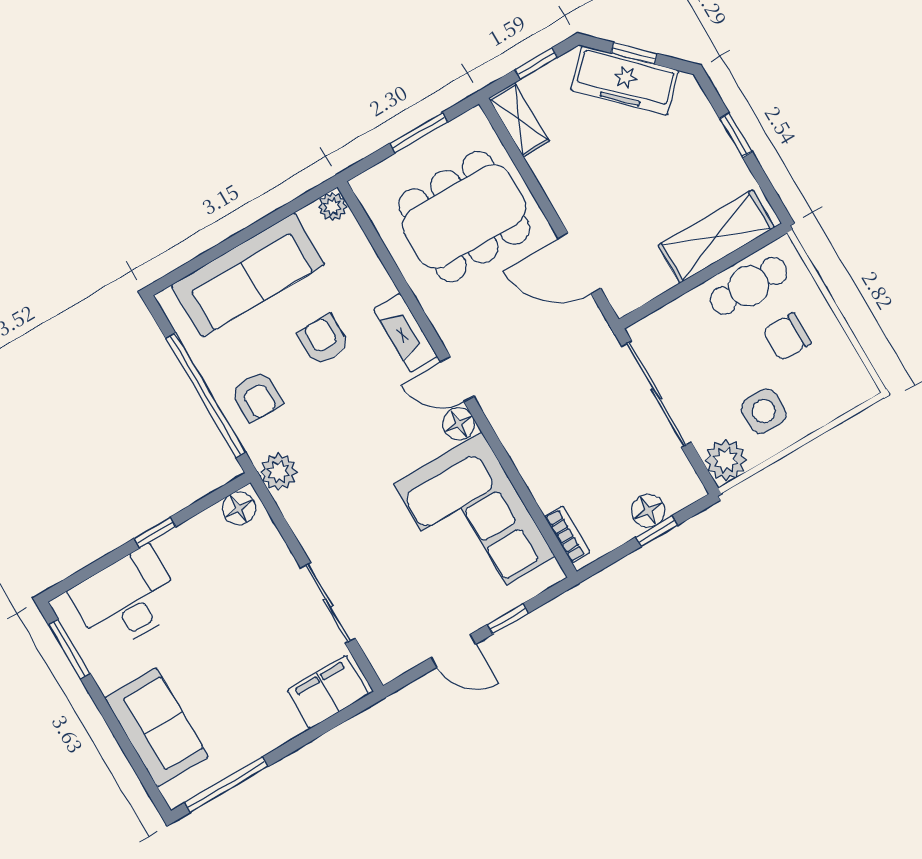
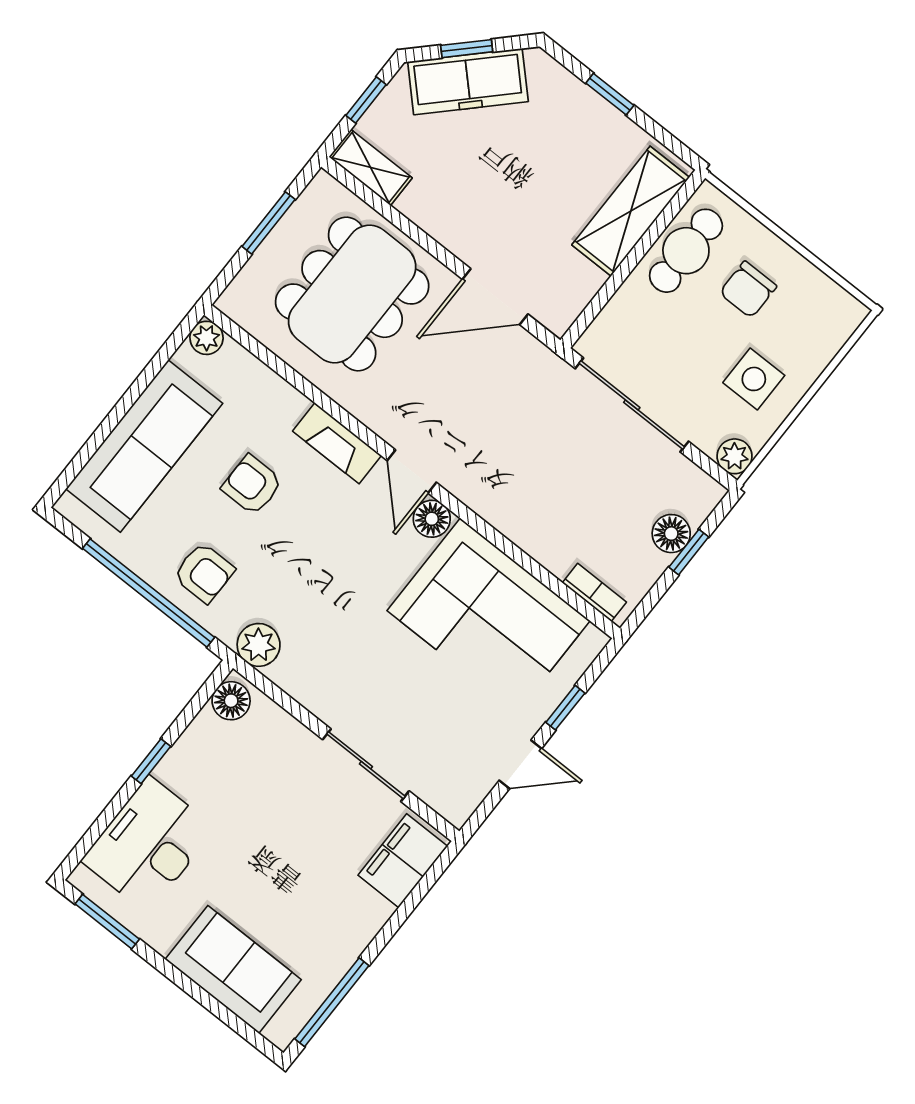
door: (457, 379) -> (412, 471), hinge flipped
plant: (726, 460) -> (735, 456), width x0.73, depth x0.73

